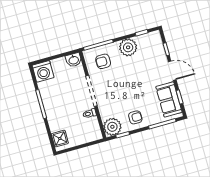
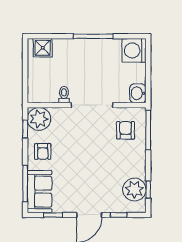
plant: (128, 47) -> (134, 190), moved
sofa: (169, 99) -> (40, 192), moved, turned 90

